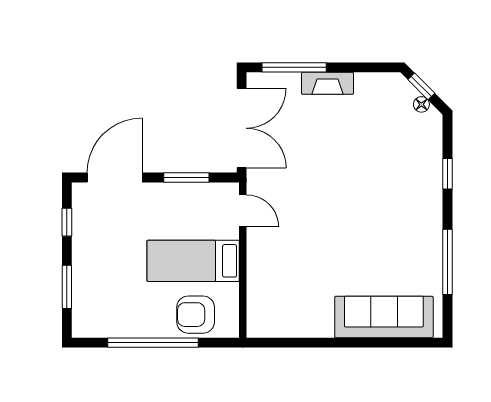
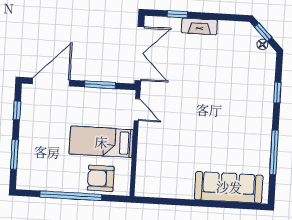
window: (294, 67) -> (177, 14), width x0.46

